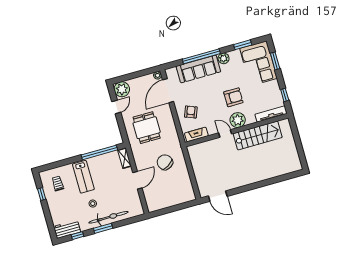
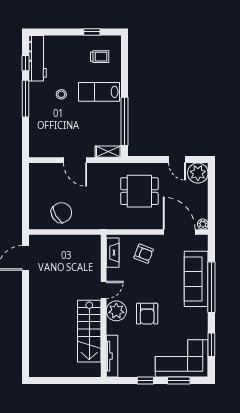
plant: (224, 58) -> (201, 315), removed
window: (285, 95) -> (145, 380), moved
chair: (165, 162) -> (61, 213), moved
bicycle: (108, 217) -> (38, 110), removed
window: (103, 228) -> (26, 99), width x1.44
workbench: (67, 229) -> (38, 58), width x1.38

